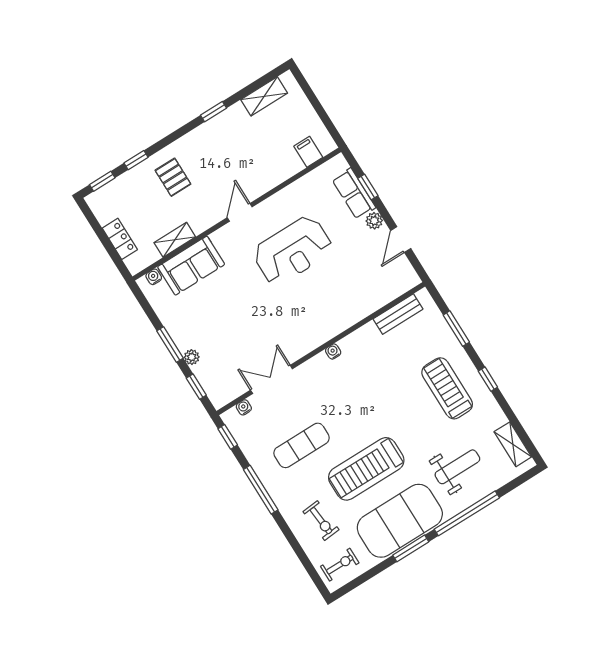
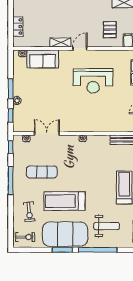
pallet: (173, 177) -> (110, 30), moved
shelving: (175, 240) -> (60, 42), moved

